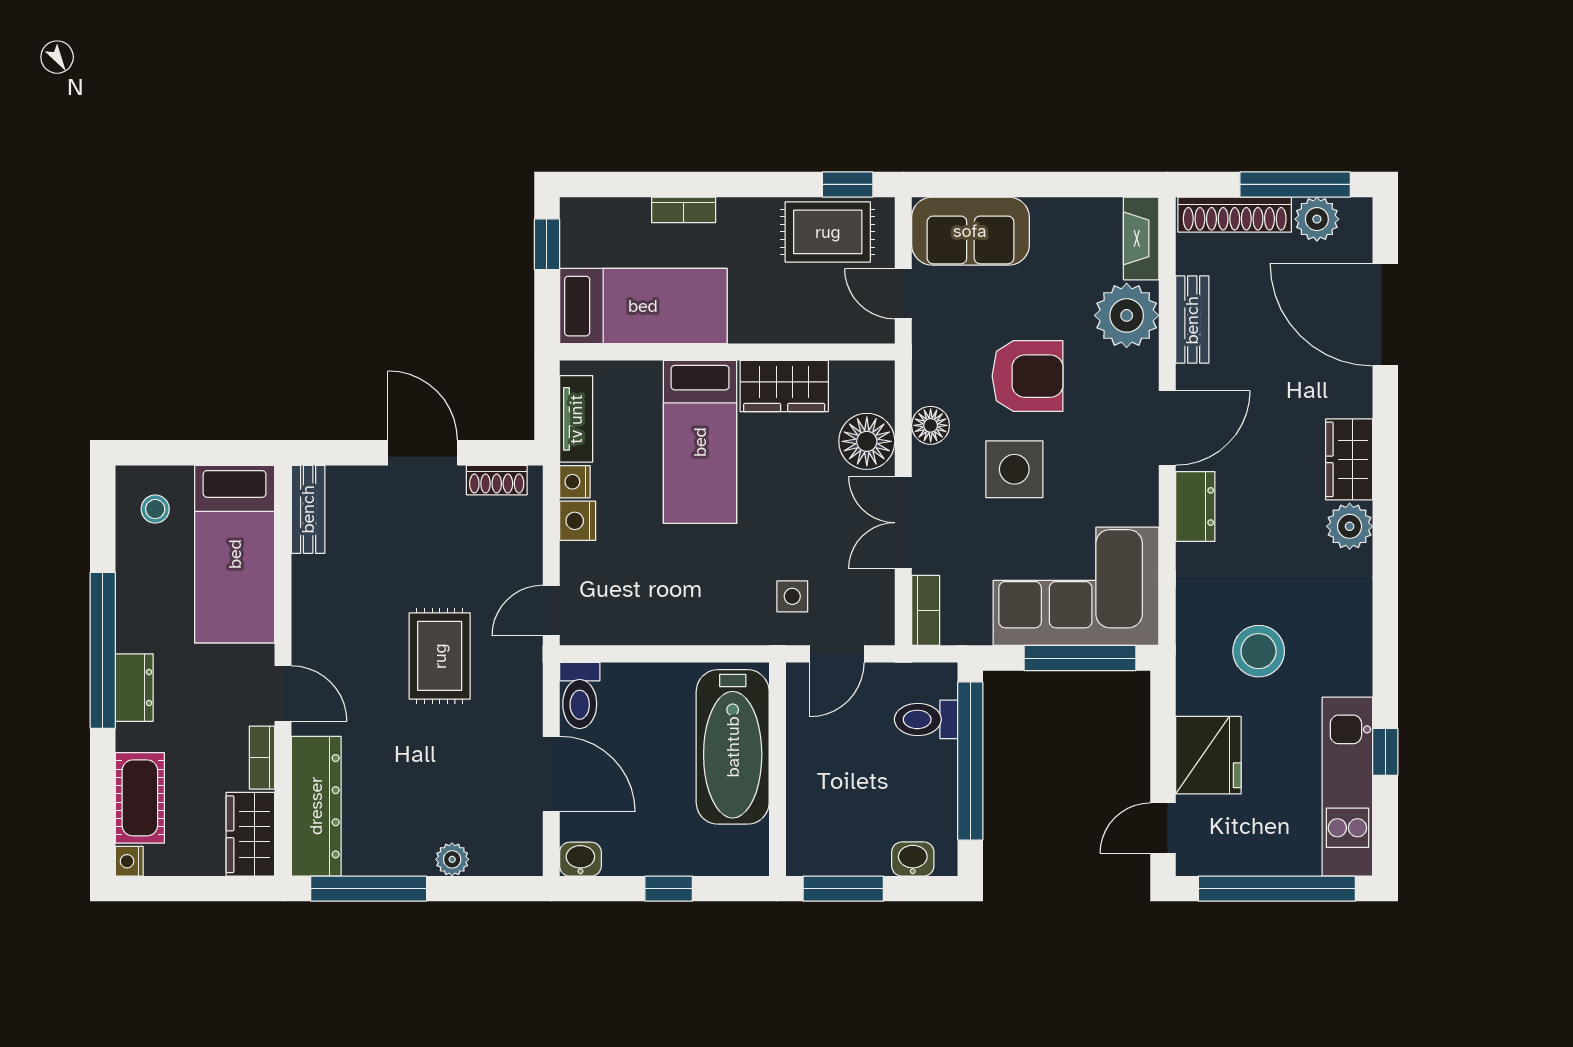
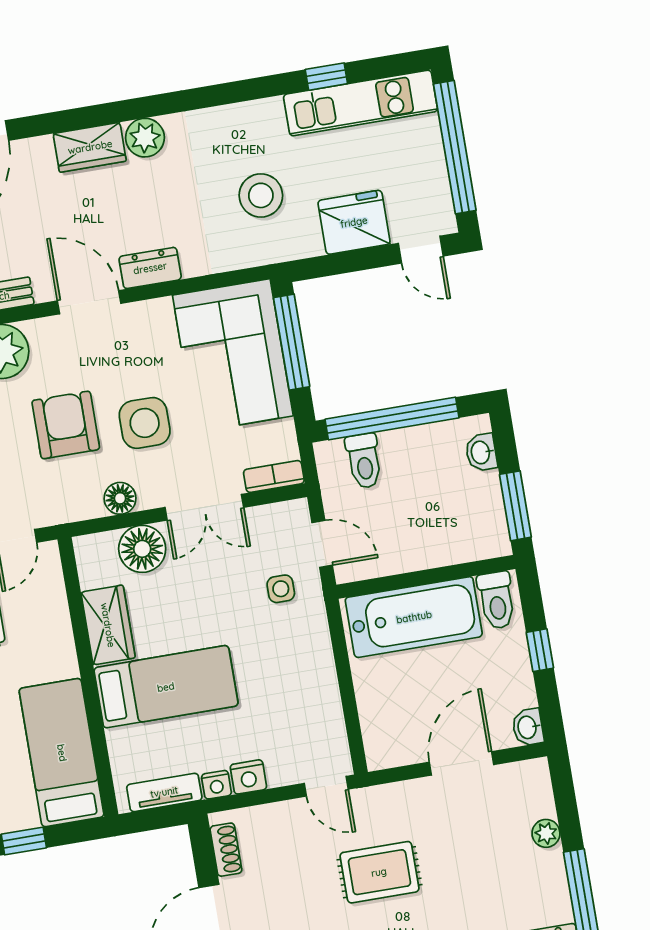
toilet: (580, 695) -> (497, 600), moved, turned 90

